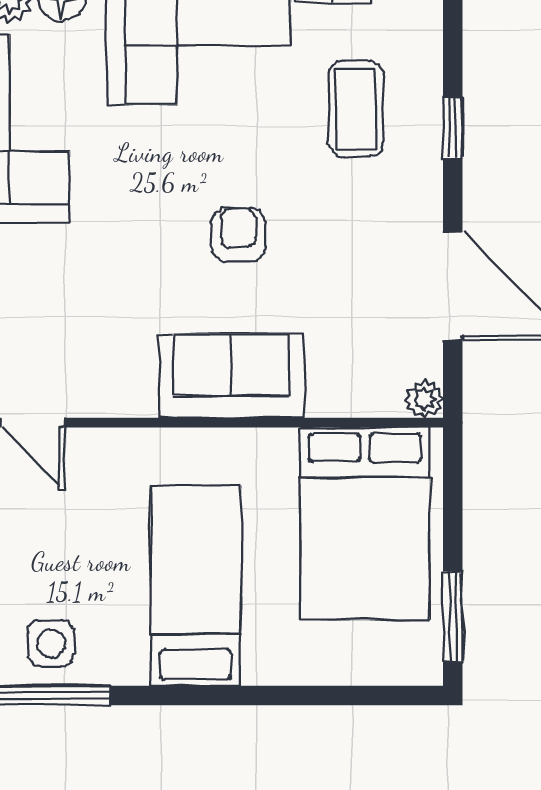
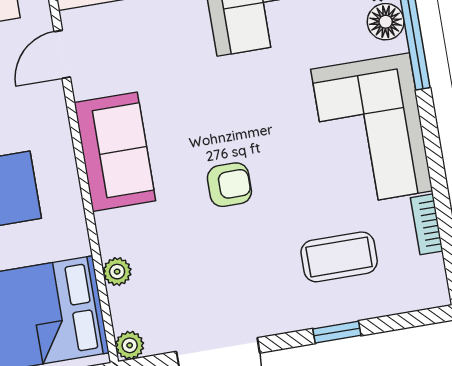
sofa: (231, 376) -> (115, 152), moved
plant: (326, 399) -> (117, 272), added

